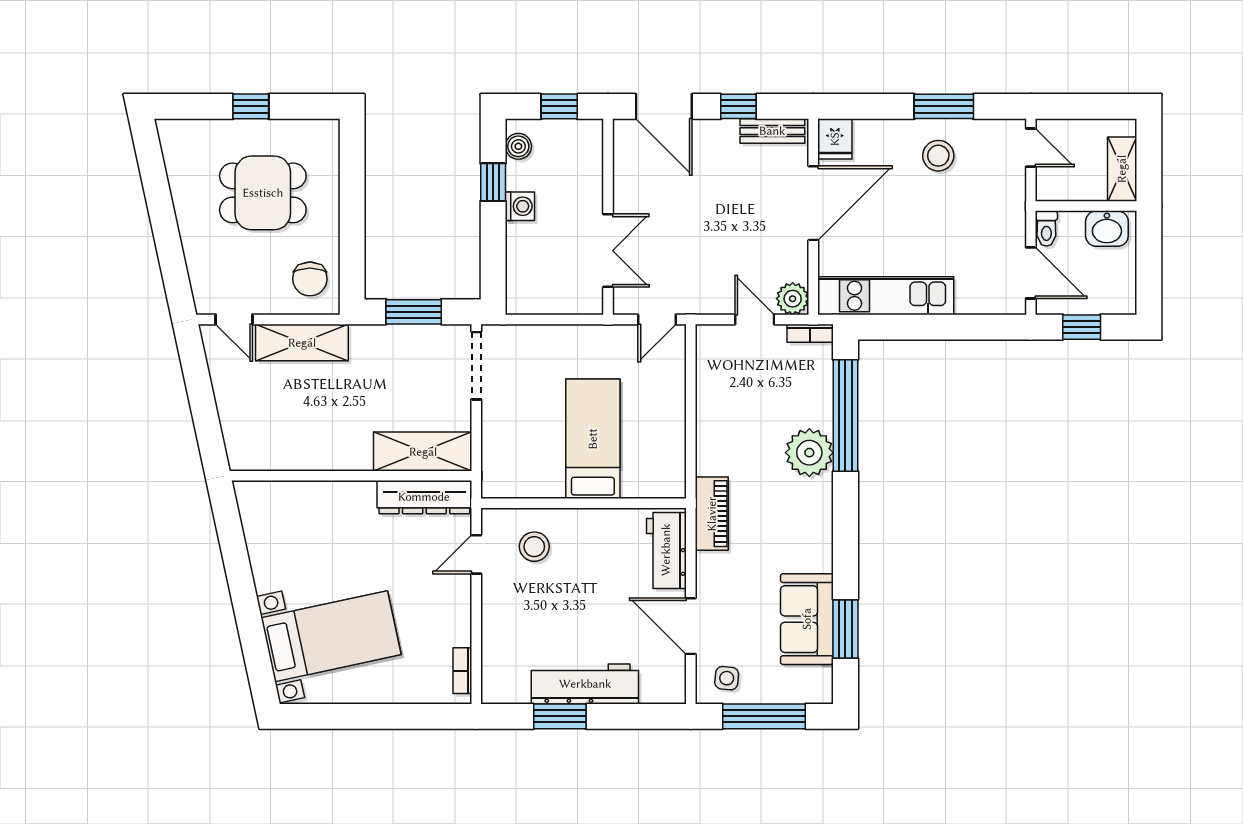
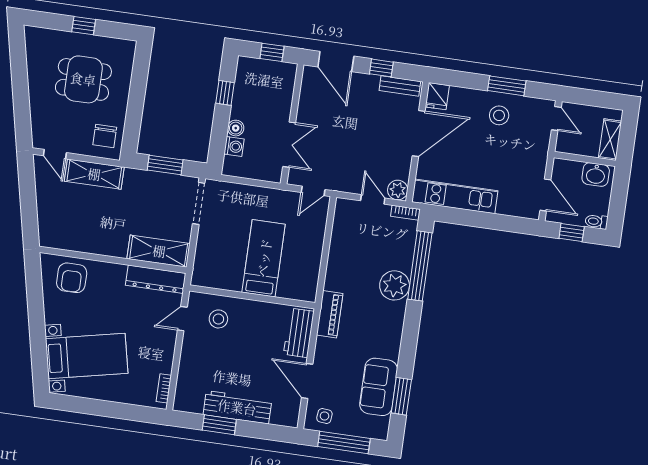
boiler: (518, 146) -> (236, 128), moved
washing machine: (520, 206) -> (234, 146), moved
toilet: (1046, 228) -> (596, 222), moved, turned 90
armchair: (289, 514) -> (72, 278), added

